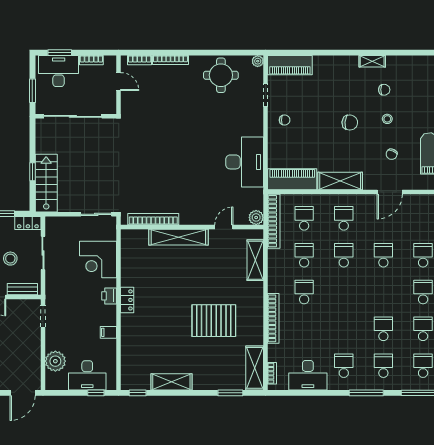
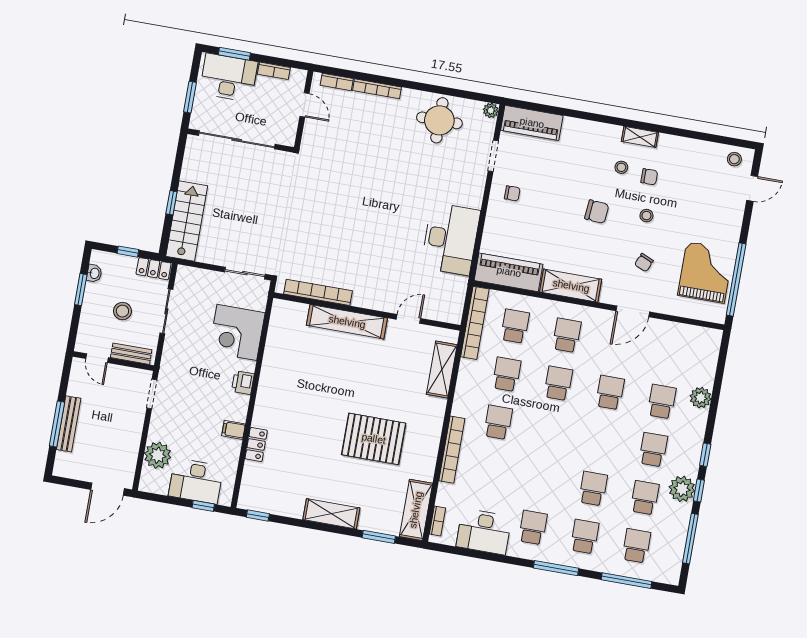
stool: (362, 86) -> (621, 167), added
plant: (256, 217) -> (453, 314), removed
locker: (127, 300) -> (256, 445), moved
shelving: (171, 382) -> (331, 514), moved

